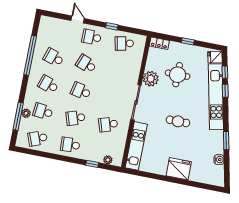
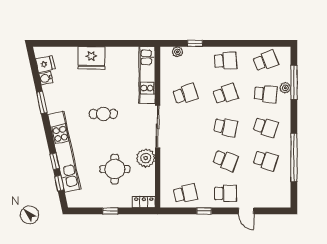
fridge: (215, 57) -> (45, 64), moved

